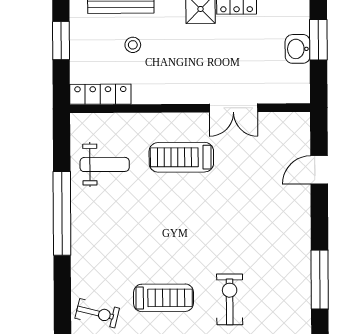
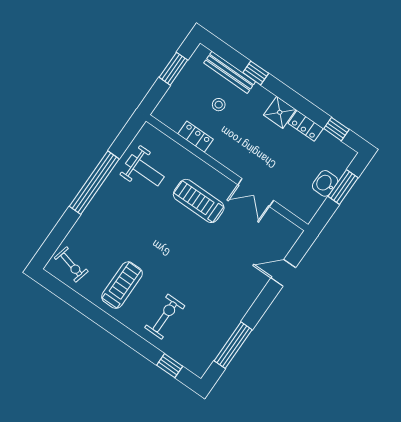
locker: (100, 94) -> (195, 137), moved, width x0.66
treadmill: (164, 298) -> (122, 285), turned -90

